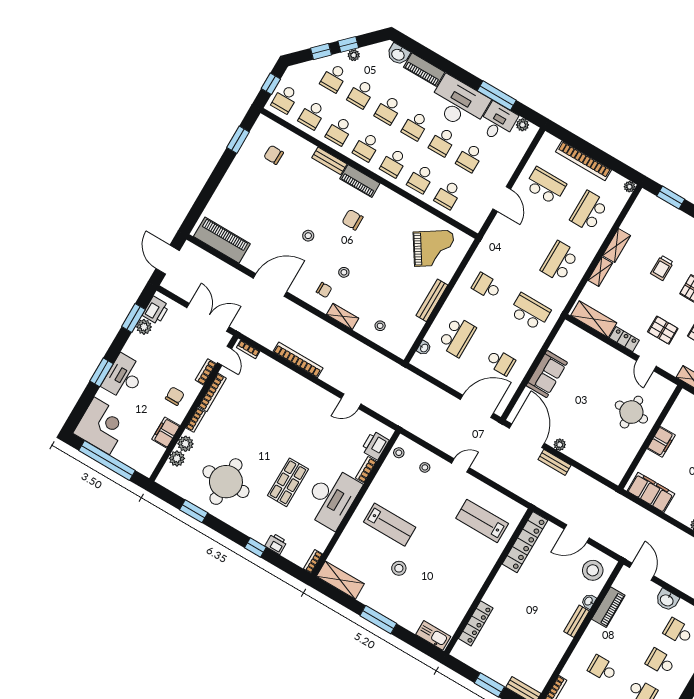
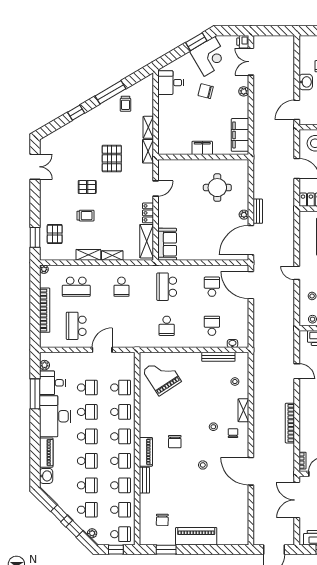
plant: (354, 55) -> (92, 533), moved
piano: (222, 240) -> (196, 536), moved, turned 90
school desk: (559, 262) -> (121, 287), width x0.54
bench: (432, 300) -> (218, 357), moved
pallet: (663, 330) -> (55, 234), moved
school desk: (457, 337) -> (212, 326), width x0.54
sofa: (547, 374) -> (167, 244), moved, turned 90
round table: (631, 412) -> (217, 188), moved

